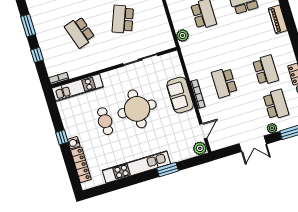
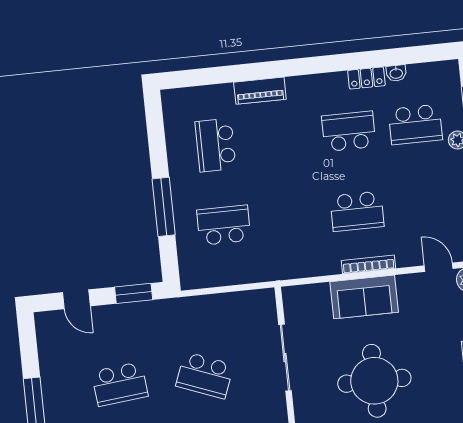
plant: (183, 36) -> (256, 271), removed
school desk: (276, 104) -> (415, 124), turned 180

